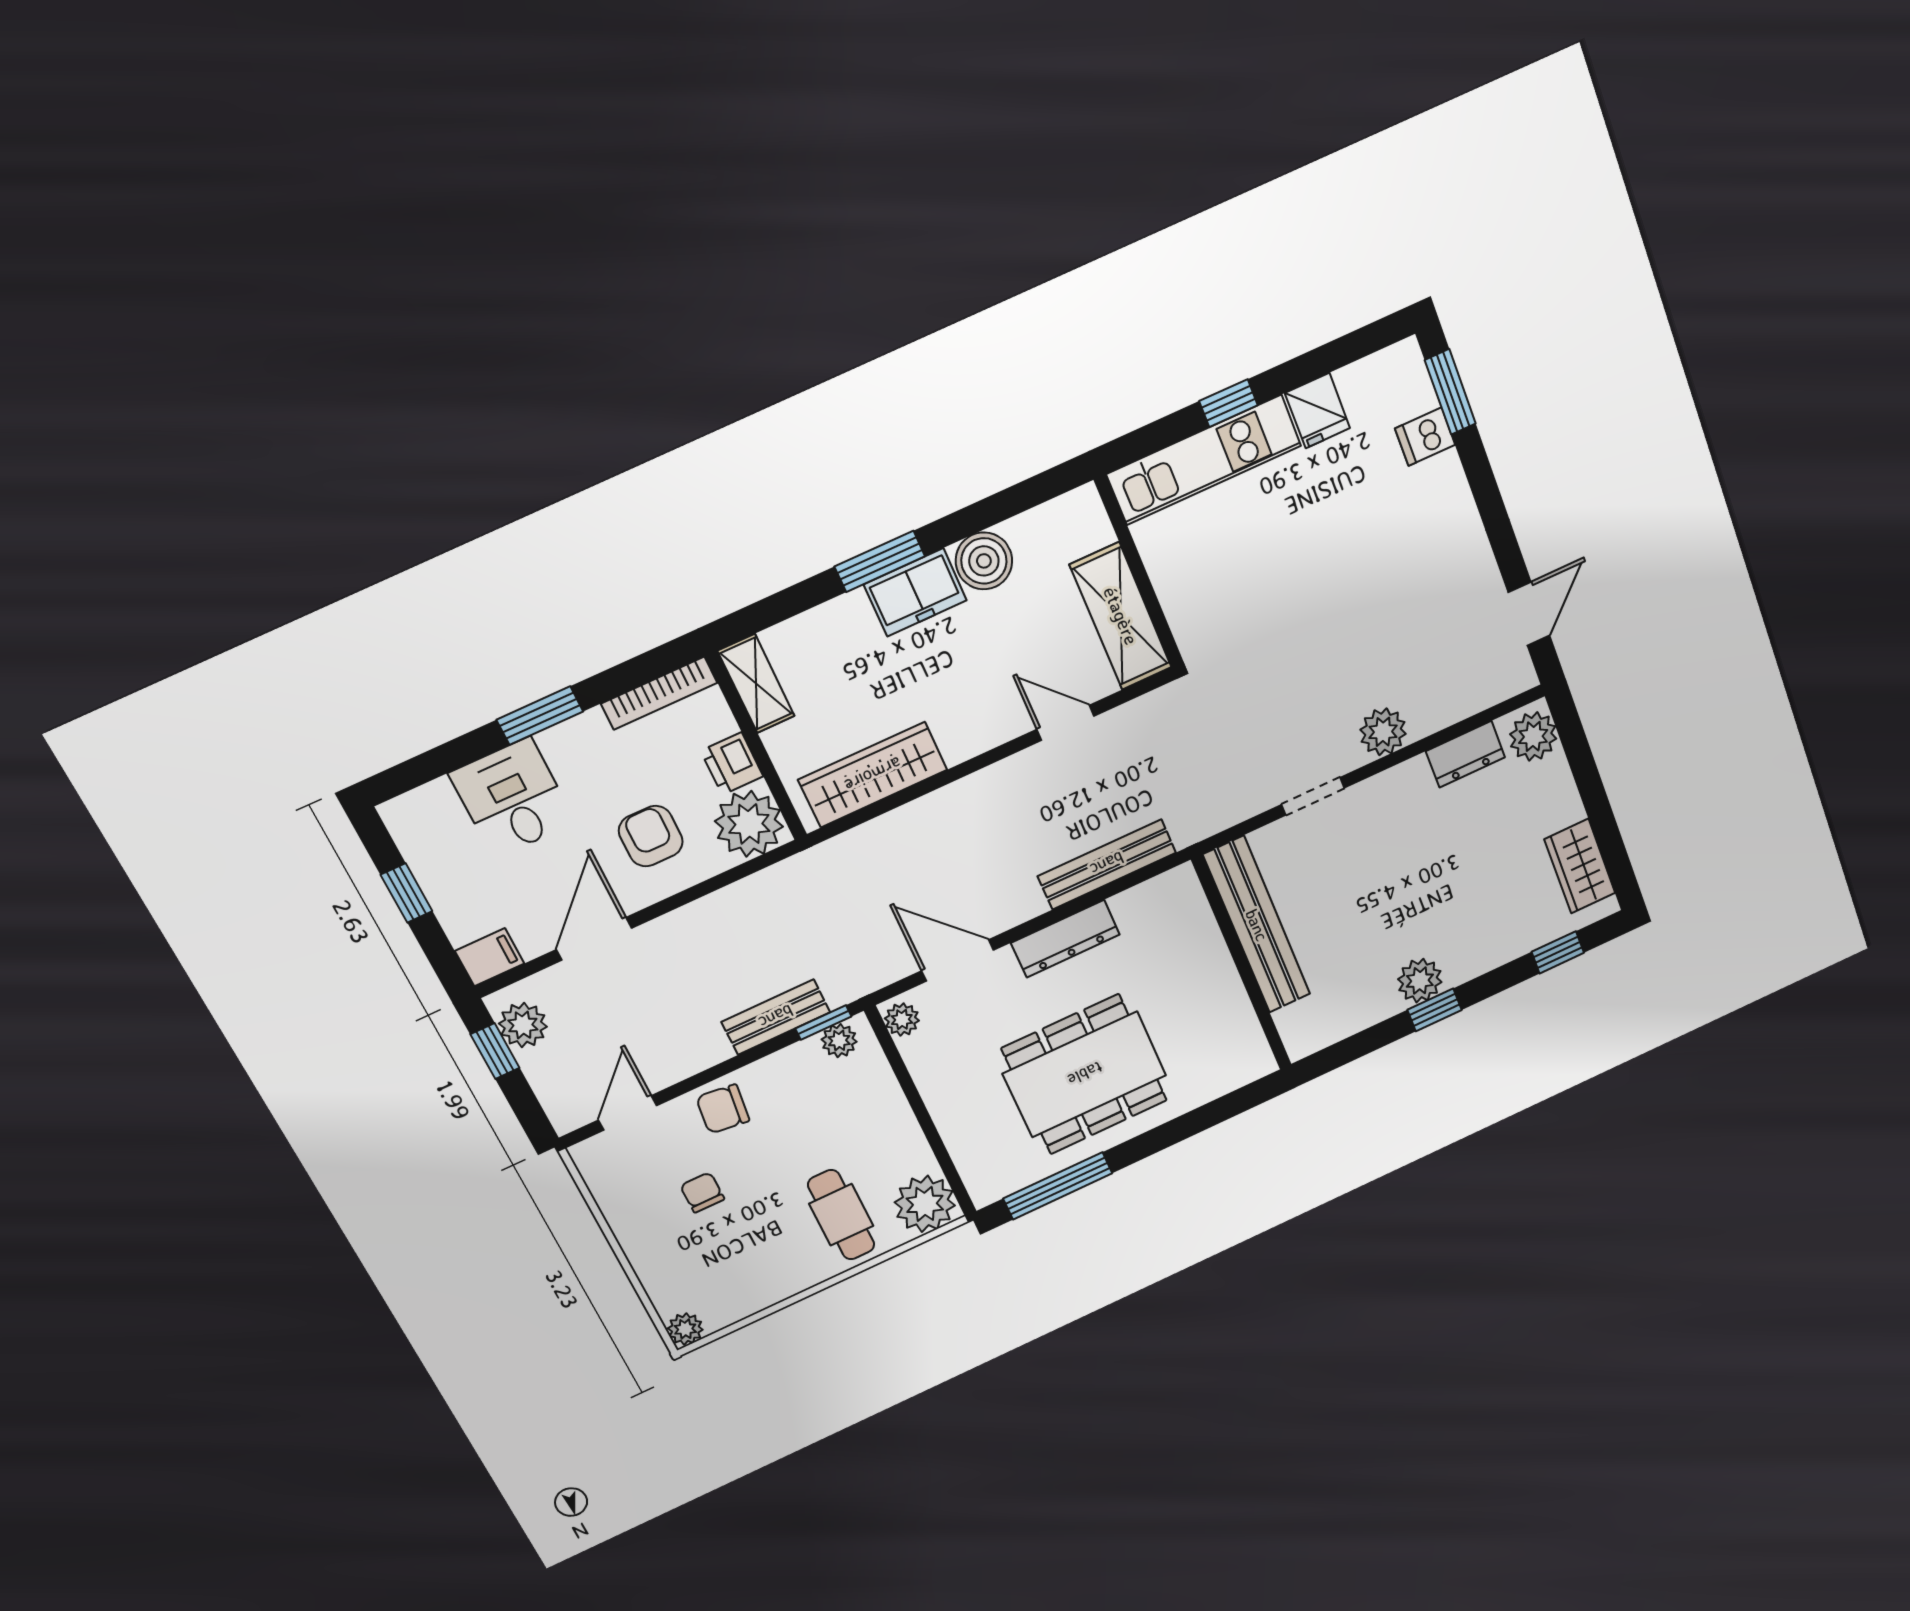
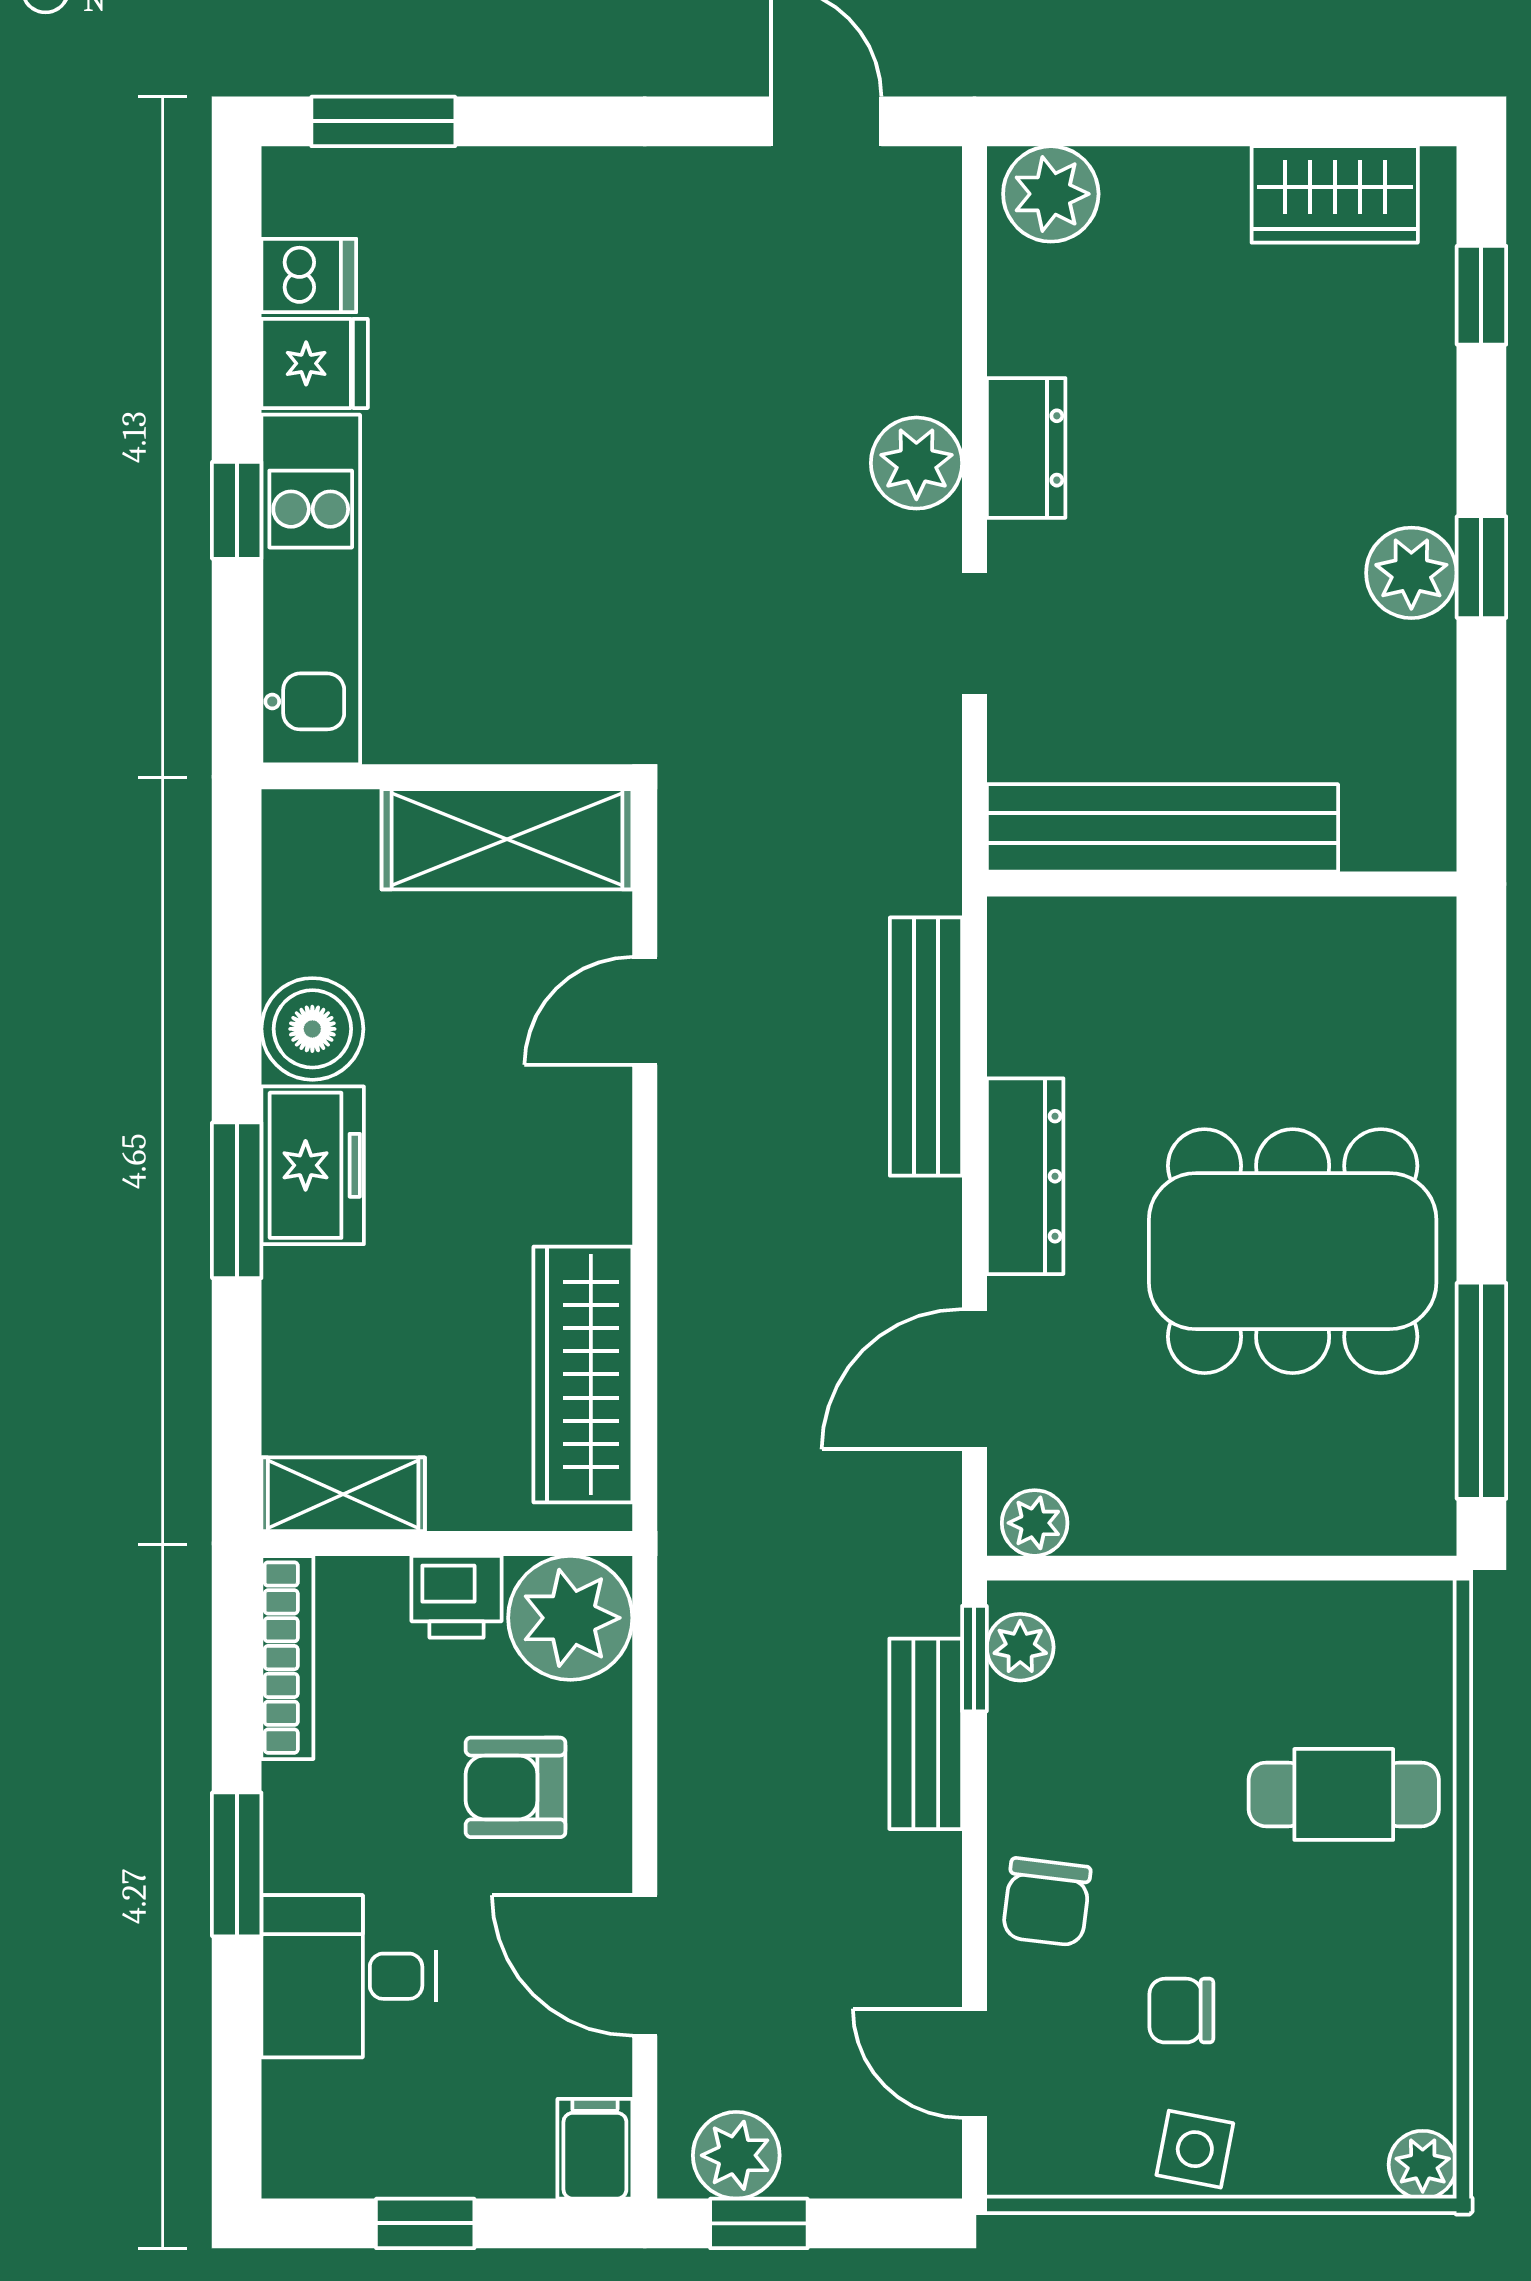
dishwasher: (1425, 437) -> (309, 275), moved, turned -90
dresser: (1465, 754) -> (1026, 448), moved
dining table: (1085, 1074) -> (1293, 1251), turned 90
plant: (925, 1204) -> (1397, 1640), removed
side table: (639, 1229) -> (1195, 2149), added

